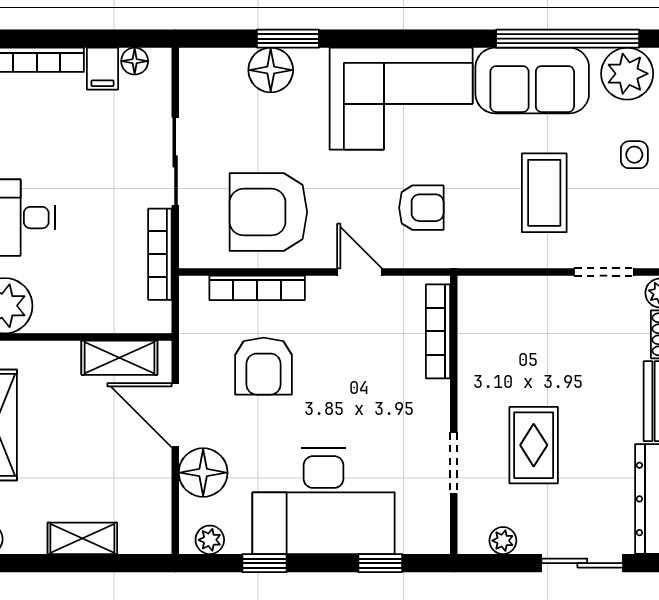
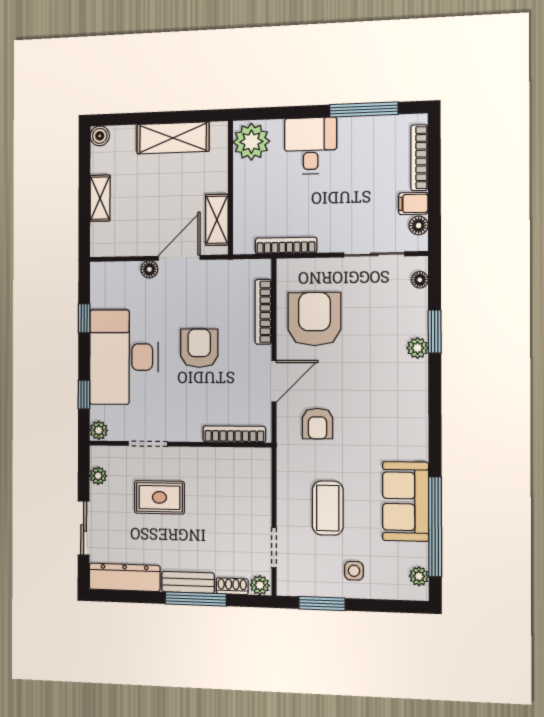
plant: (311, 63) -> (417, 348), added
floor lamp: (271, 70) -> (420, 280), moved, width x0.53, depth x0.53
plant: (627, 74) -> (419, 576), width x0.53, depth x0.53
corner sofa: (401, 99) -> (393, 410), removed
sliding door: (175, 161) -> (374, 254), moved
coffee table: (544, 193) -> (328, 508), turned 90
door: (359, 272) -> (274, 381), width x1.38
armchair: (264, 366) -> (199, 348), moved, turned 90
floor lamp: (203, 473) -> (149, 269), width x0.53, depth x0.53
plant: (210, 540) -> (99, 430), moved

